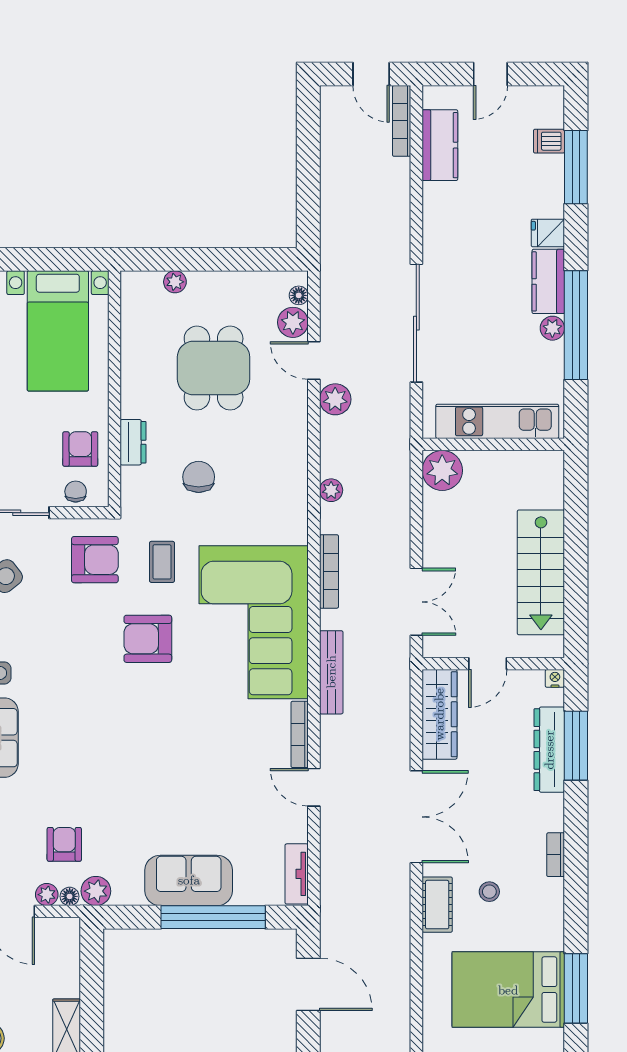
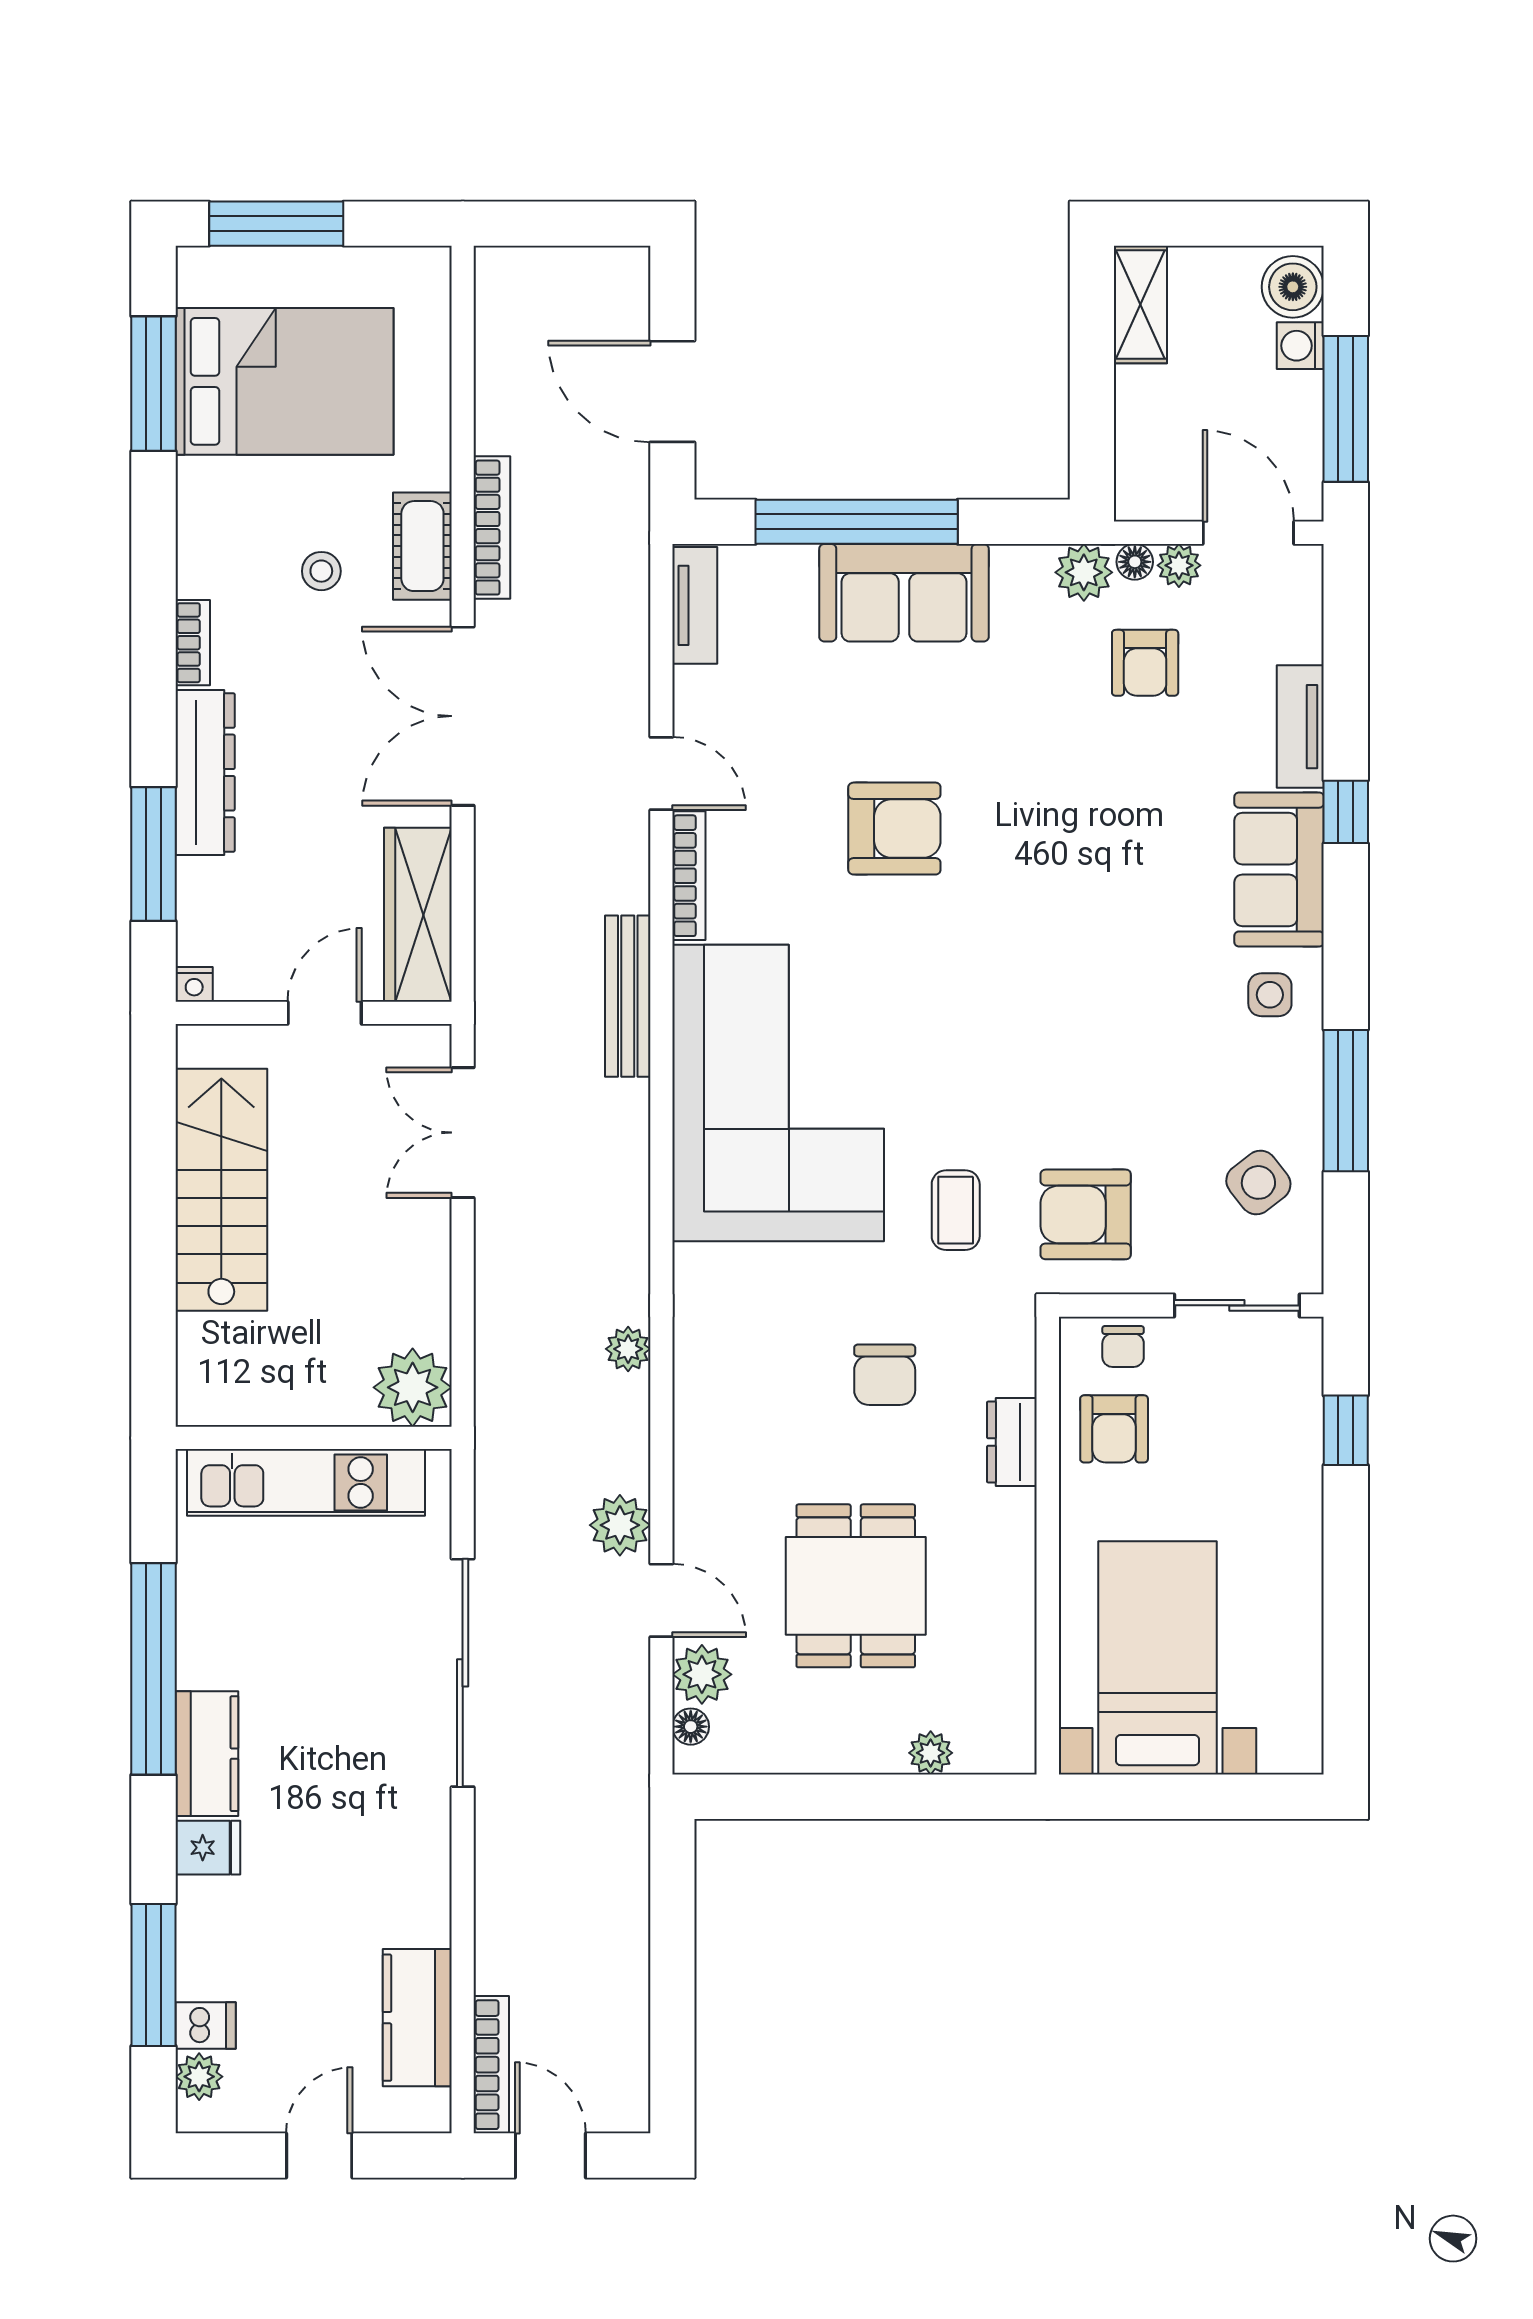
plant: (552, 328) -> (199, 2077), moved
bookcase: (329, 571) -> (492, 528), moved, turned 180
armchair: (148, 639) -> (894, 829), moved
dresser: (549, 750) -> (205, 773), moved

